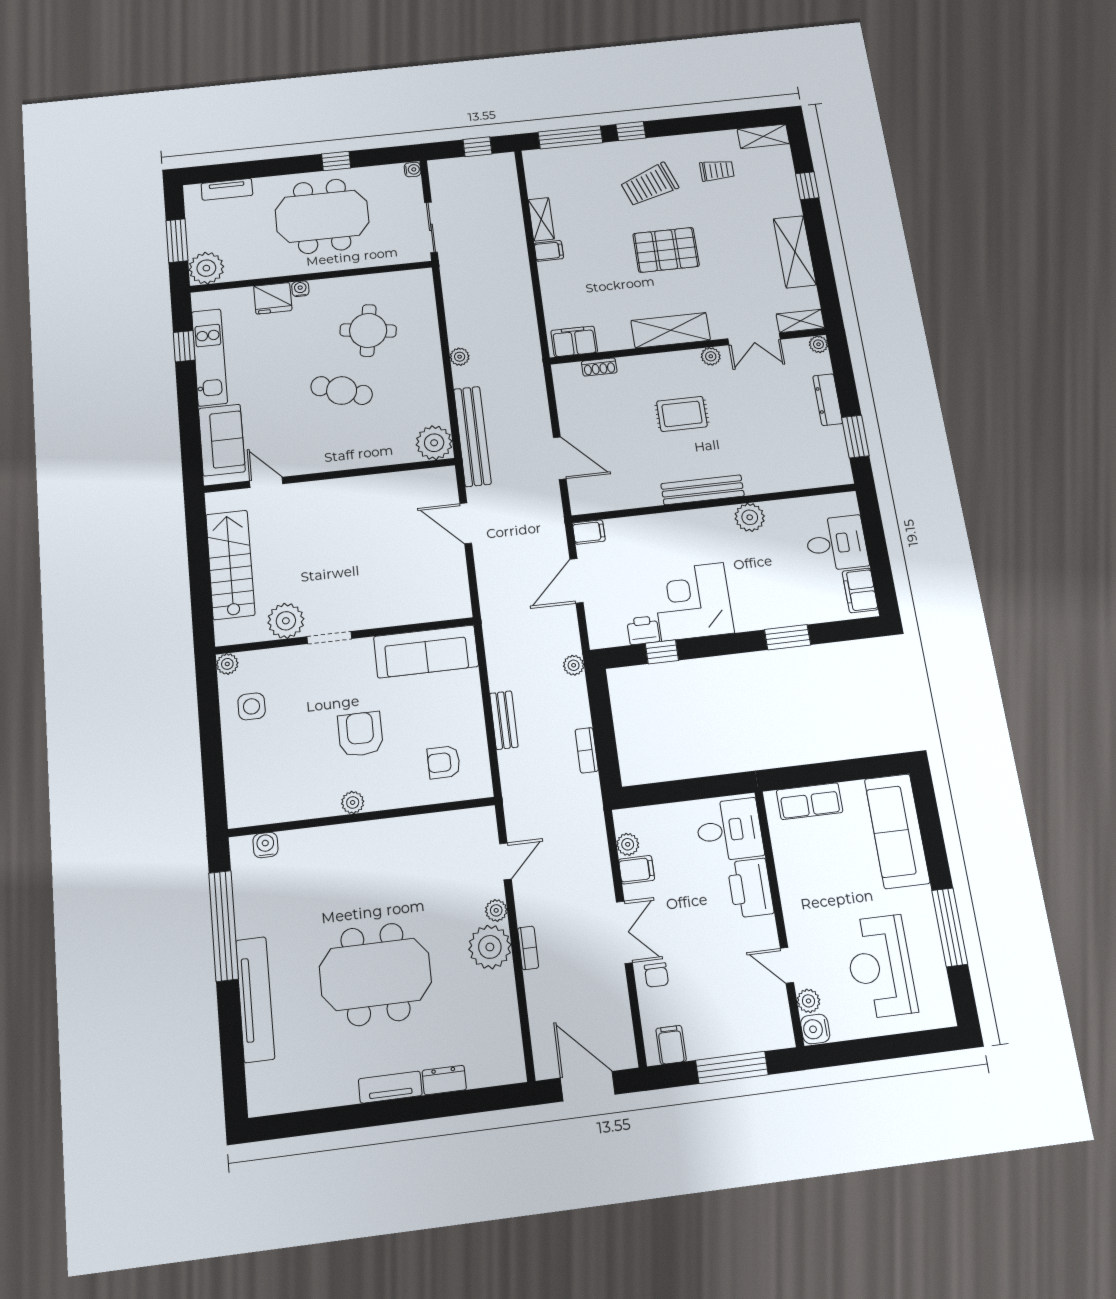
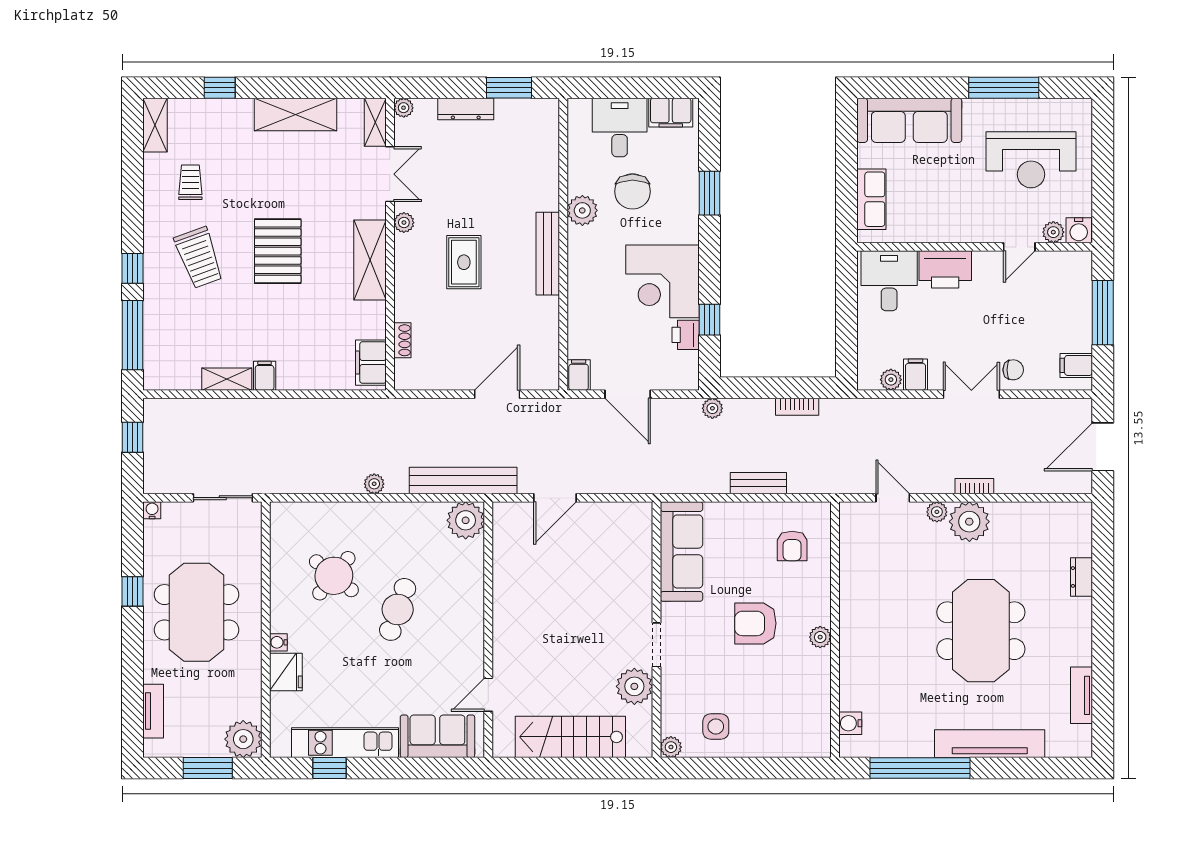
round table: (368, 330) -> (334, 576), turned 31
chair: (776, 563) -> (633, 191), added
tv unit: (390, 1087) -> (1081, 695), moved

